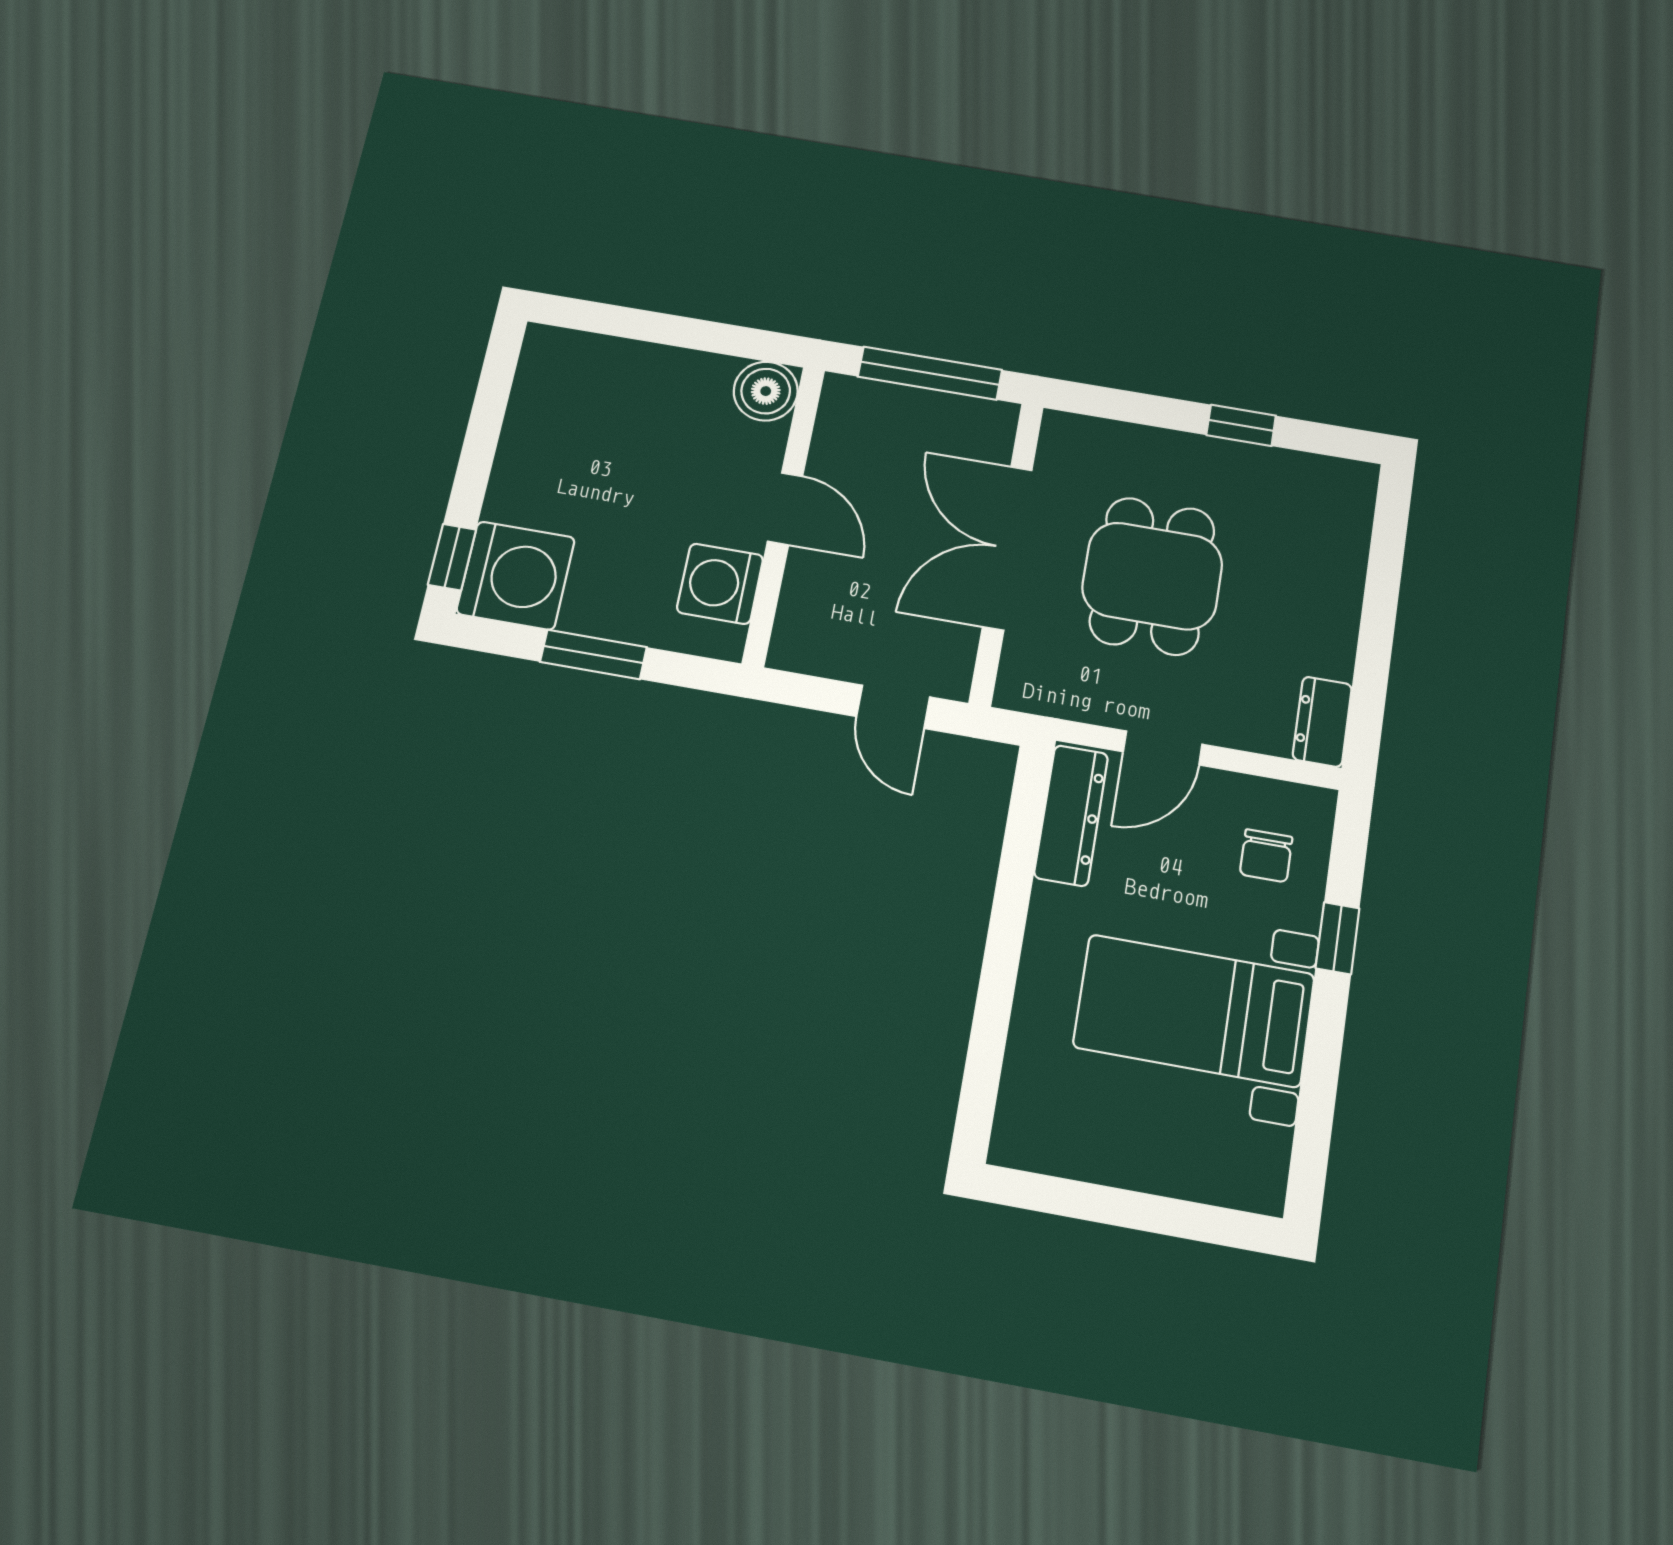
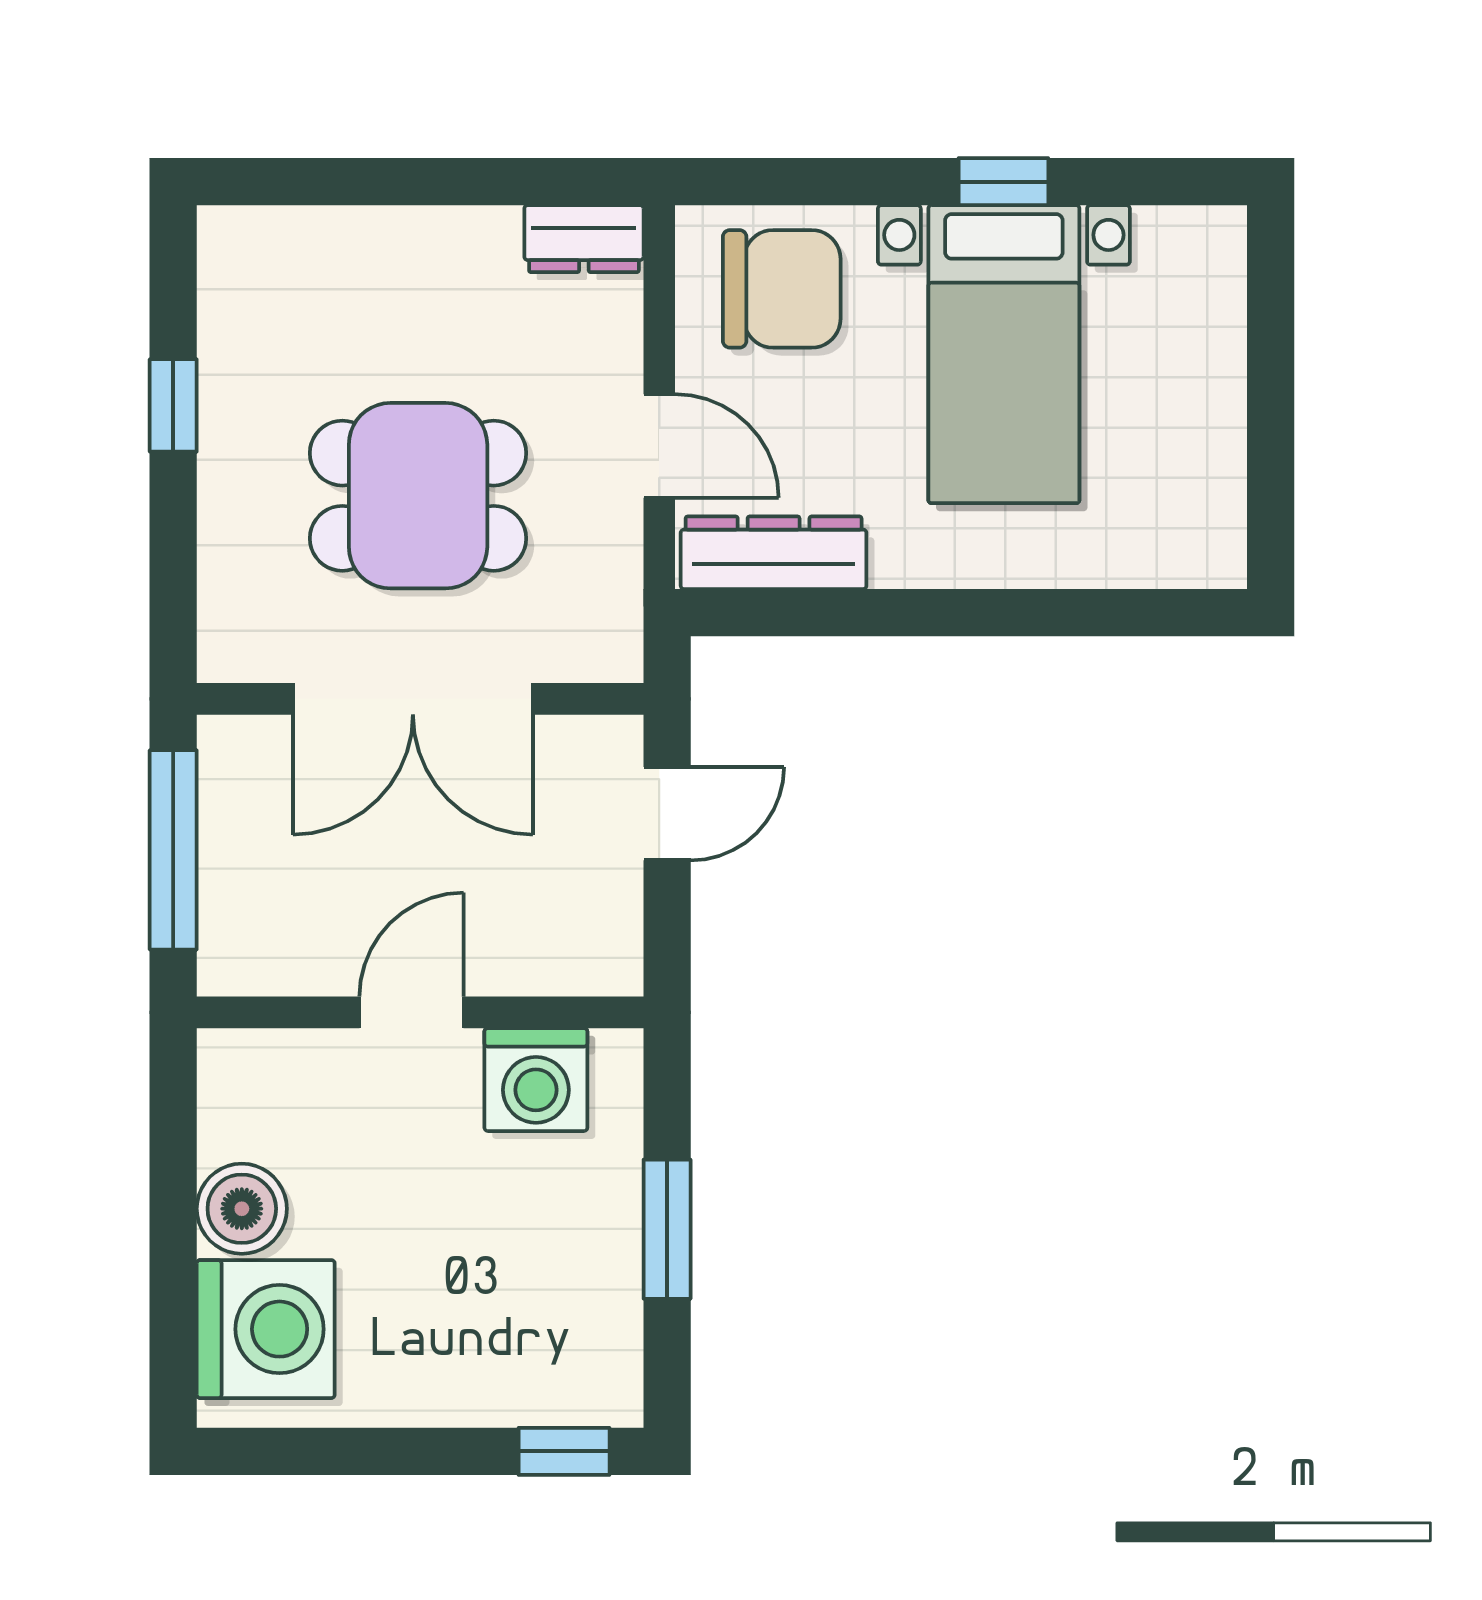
boiler: (766, 391) -> (242, 1209), moved
washing machine: (516, 575) -> (266, 1329), moved, turned 90
chair: (1266, 856) -> (782, 289), width x1.87, depth x1.87
window: (1337, 938) -> (1003, 182), moved

